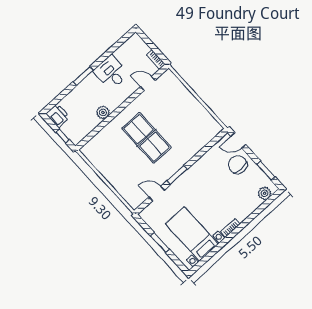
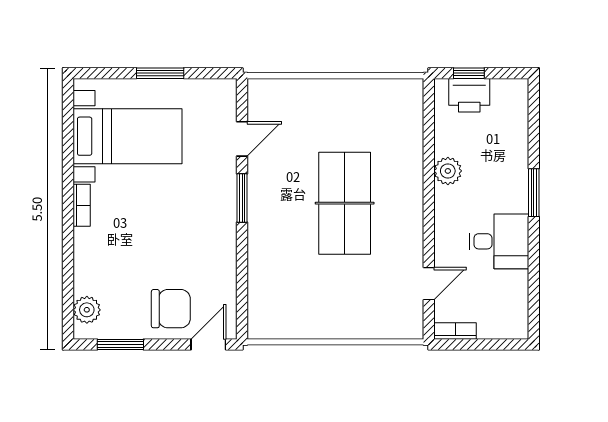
printer: (58, 115) -> (469, 95), moved
table tennis table: (147, 138) -> (345, 203), turned 90

